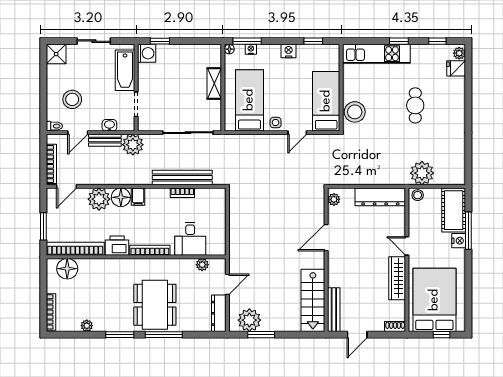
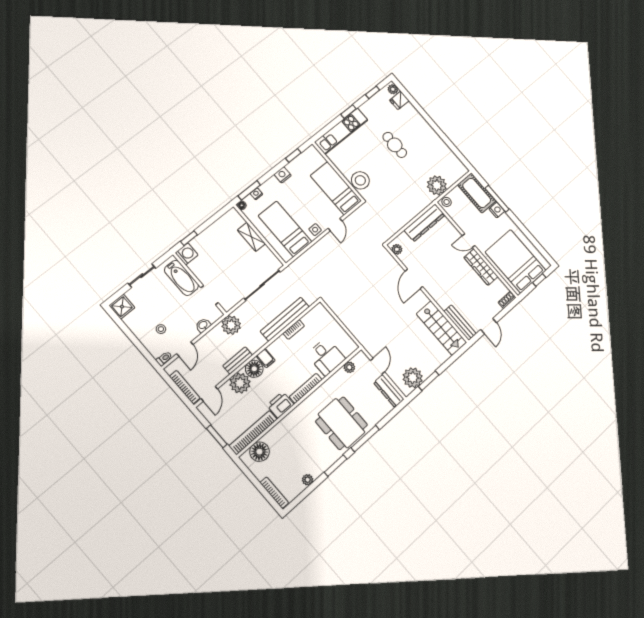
stool: (72, 99) -> (161, 329), width x0.53, depth x0.53
bench: (105, 140) -> (238, 360), moved

